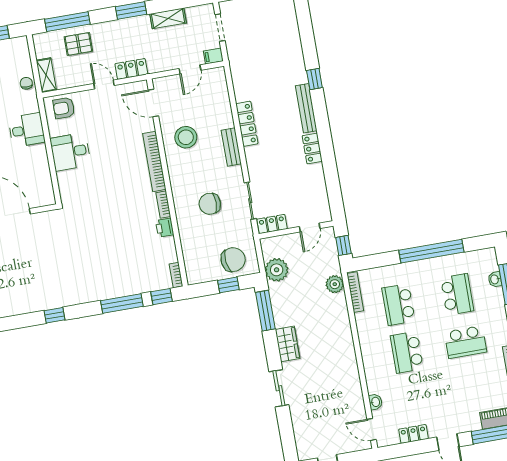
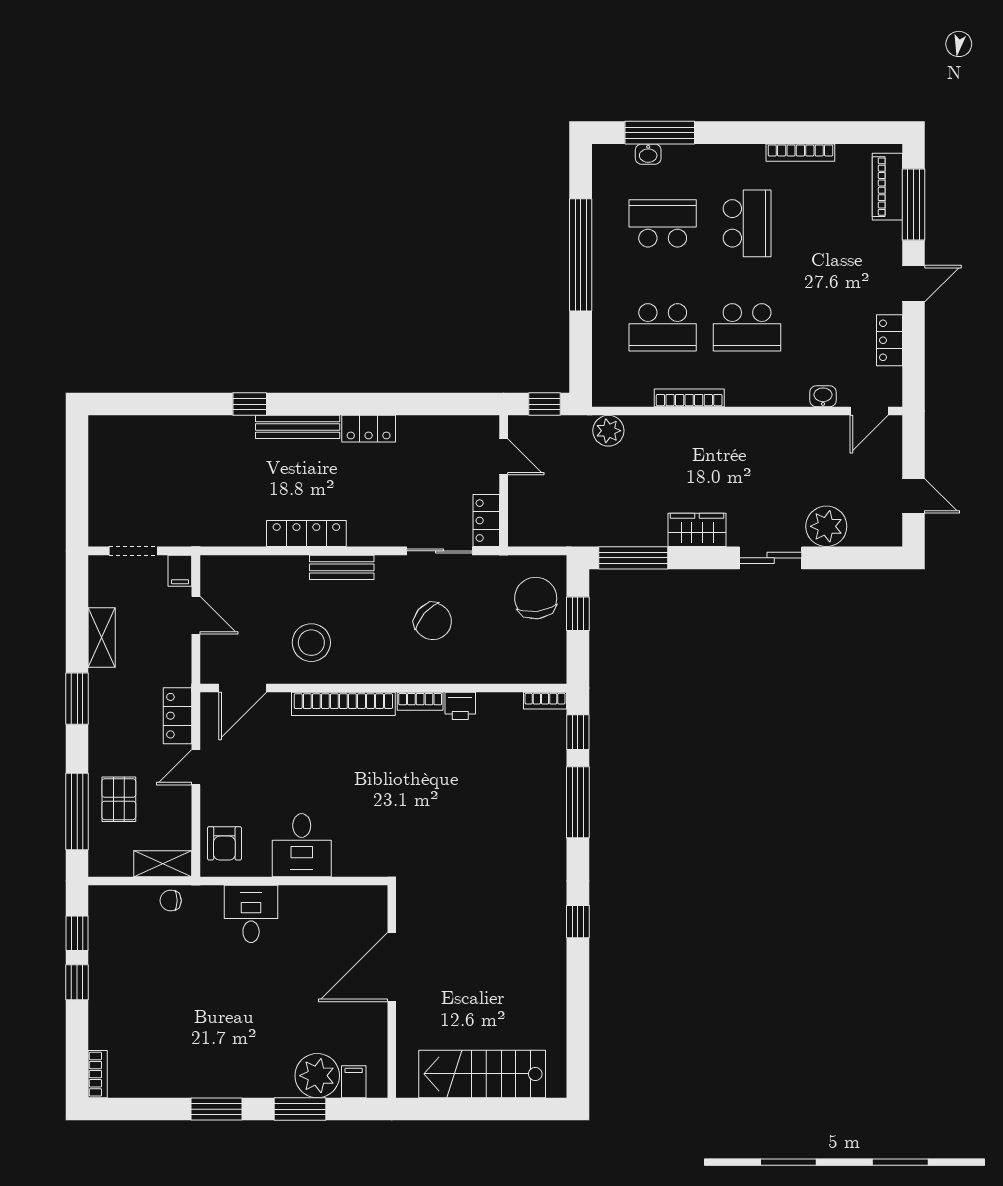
chair: (210, 204) -> (433, 621), turned -49
plant: (277, 270) -> (826, 526), moved
bookcase: (355, 292) -> (689, 398), moved

